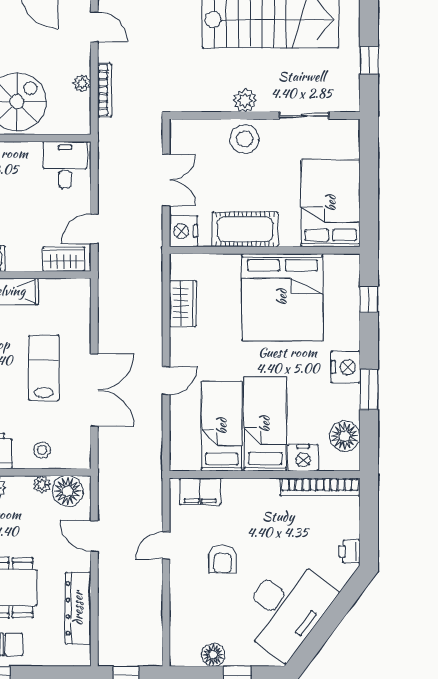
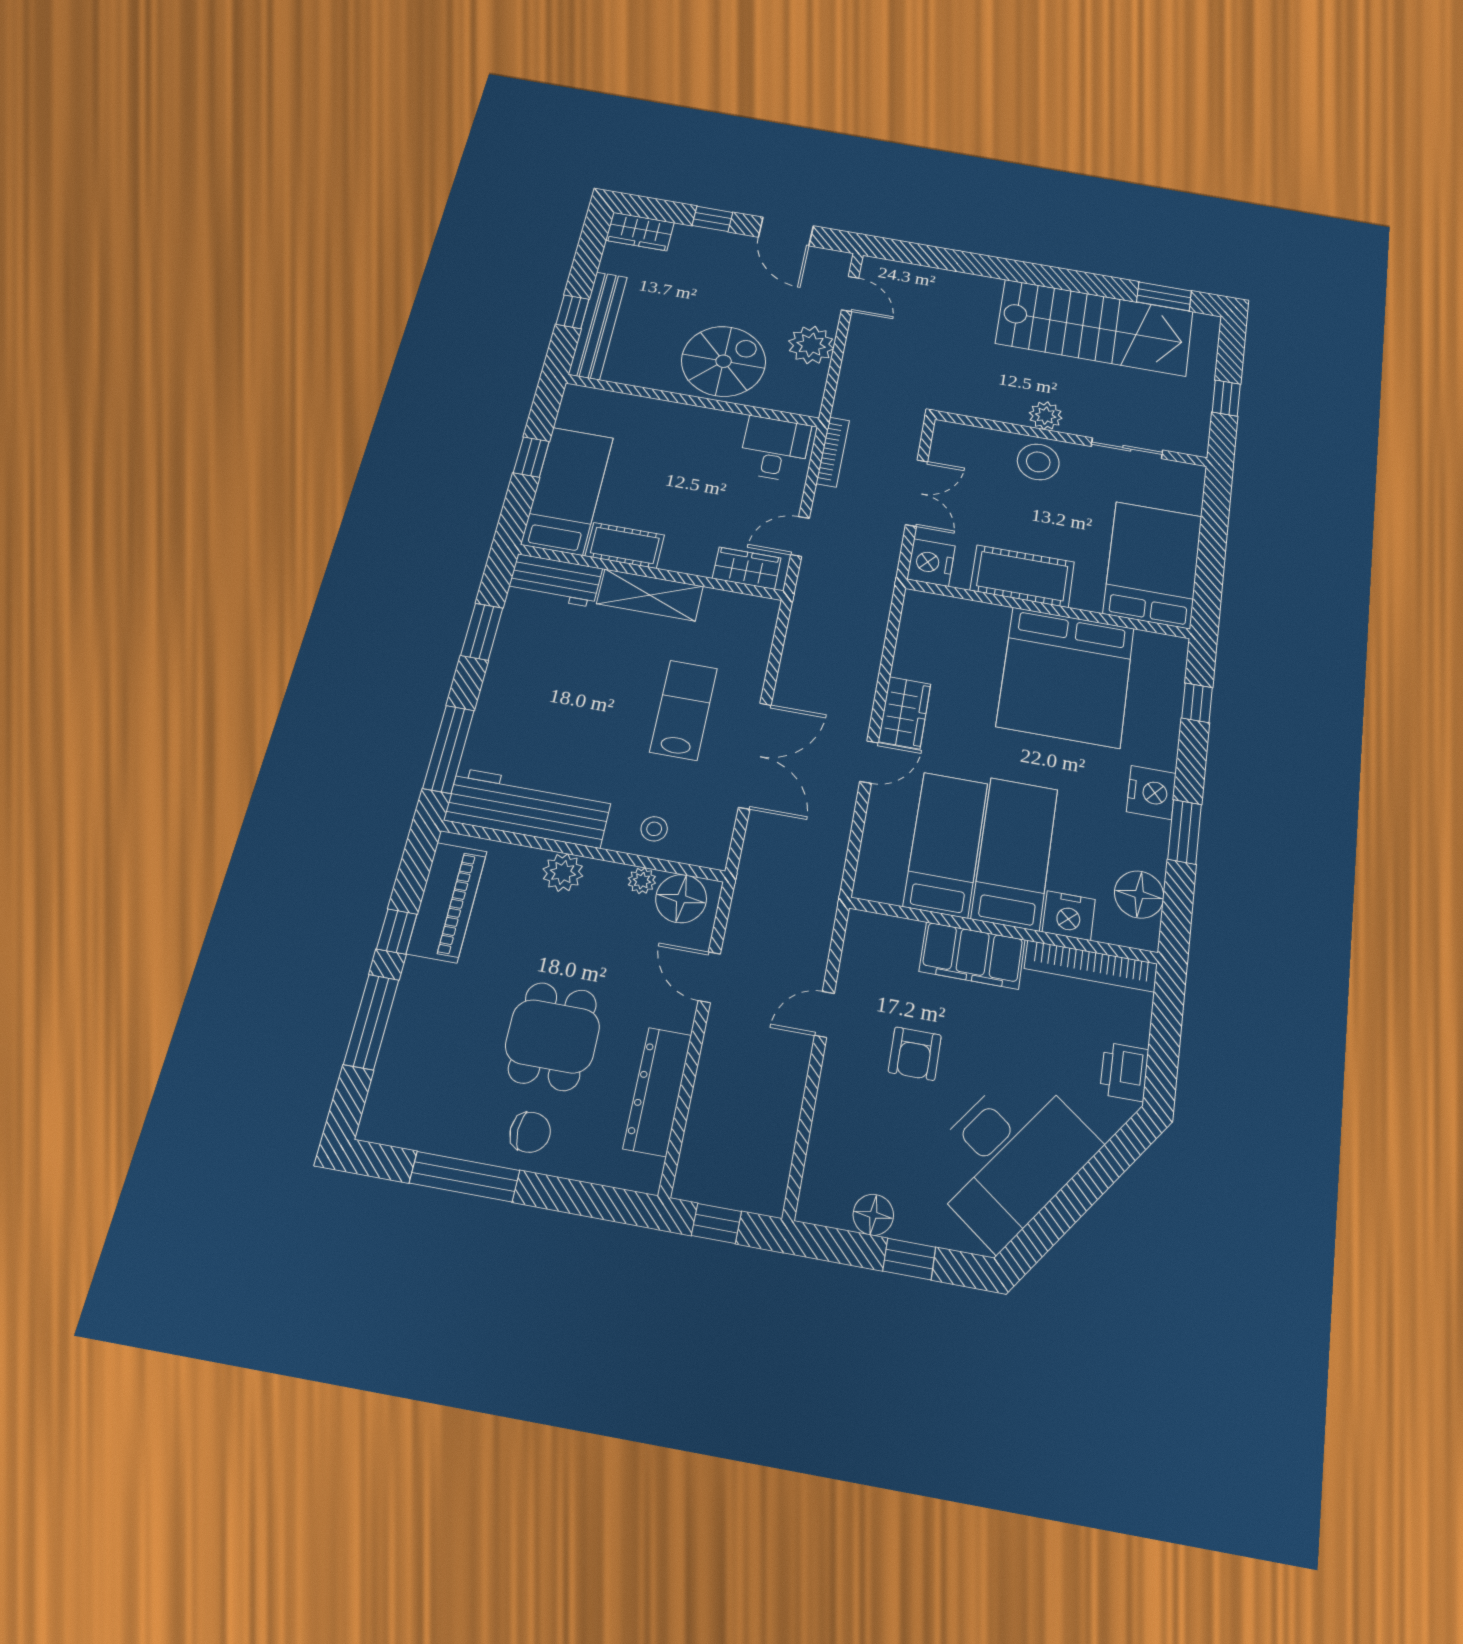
plant: (82, 83) -> (811, 345), width x1.88, depth x1.88
bookcase: (105, 90) -> (833, 452), moved
wardrobe: (183, 303) -> (904, 713), moved
filing cabinet: (200, 491) -> (972, 956), moved, width x1.50, depth x1.17
printer: (349, 552) -> (1124, 1072), width x1.36, depth x1.24

